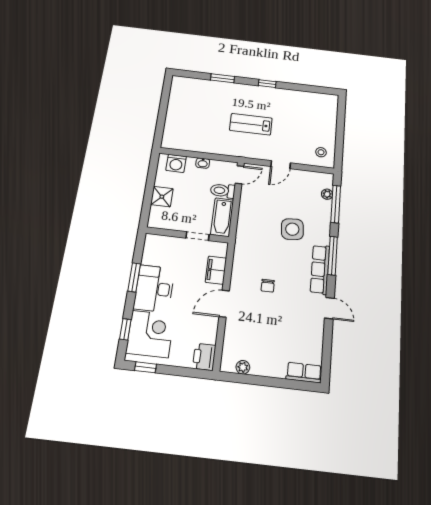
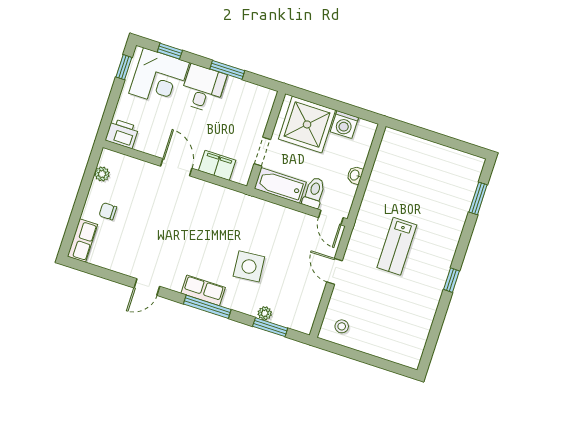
window: (222, 78) -> (478, 198), moved
lab bench: (251, 124) -> (397, 246), turned 180
washing machine: (176, 163) -> (344, 125), moved, turned -90
plant: (327, 194) -> (265, 313), moved
shower: (162, 197) -> (307, 124), width x1.86, depth x1.86
window: (336, 204) -> (270, 327), width x0.69
row of seats: (320, 269) -> (203, 290), width x0.68
chair: (268, 286) -> (108, 211), moved
desk: (154, 289) -> (203, 88), width x0.73

